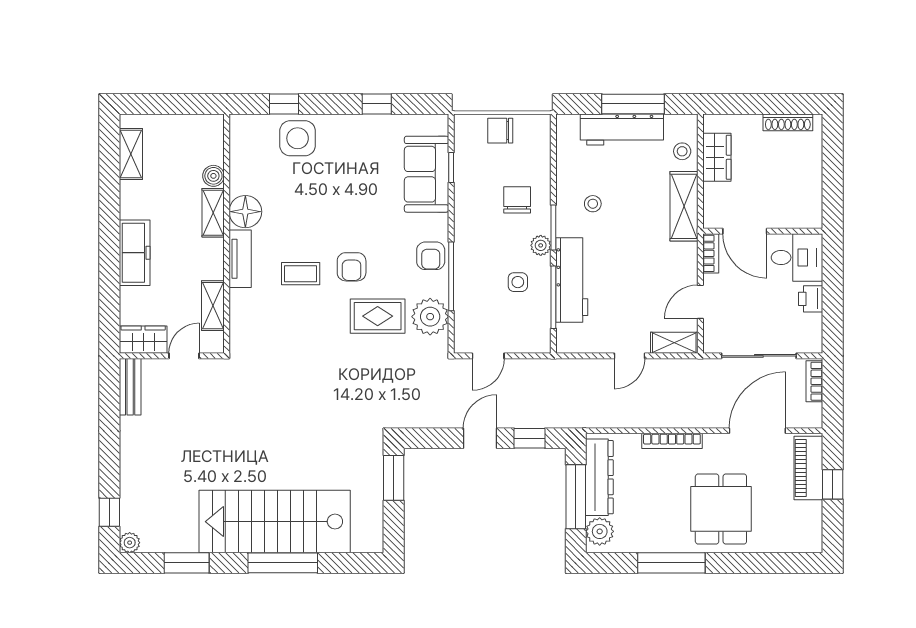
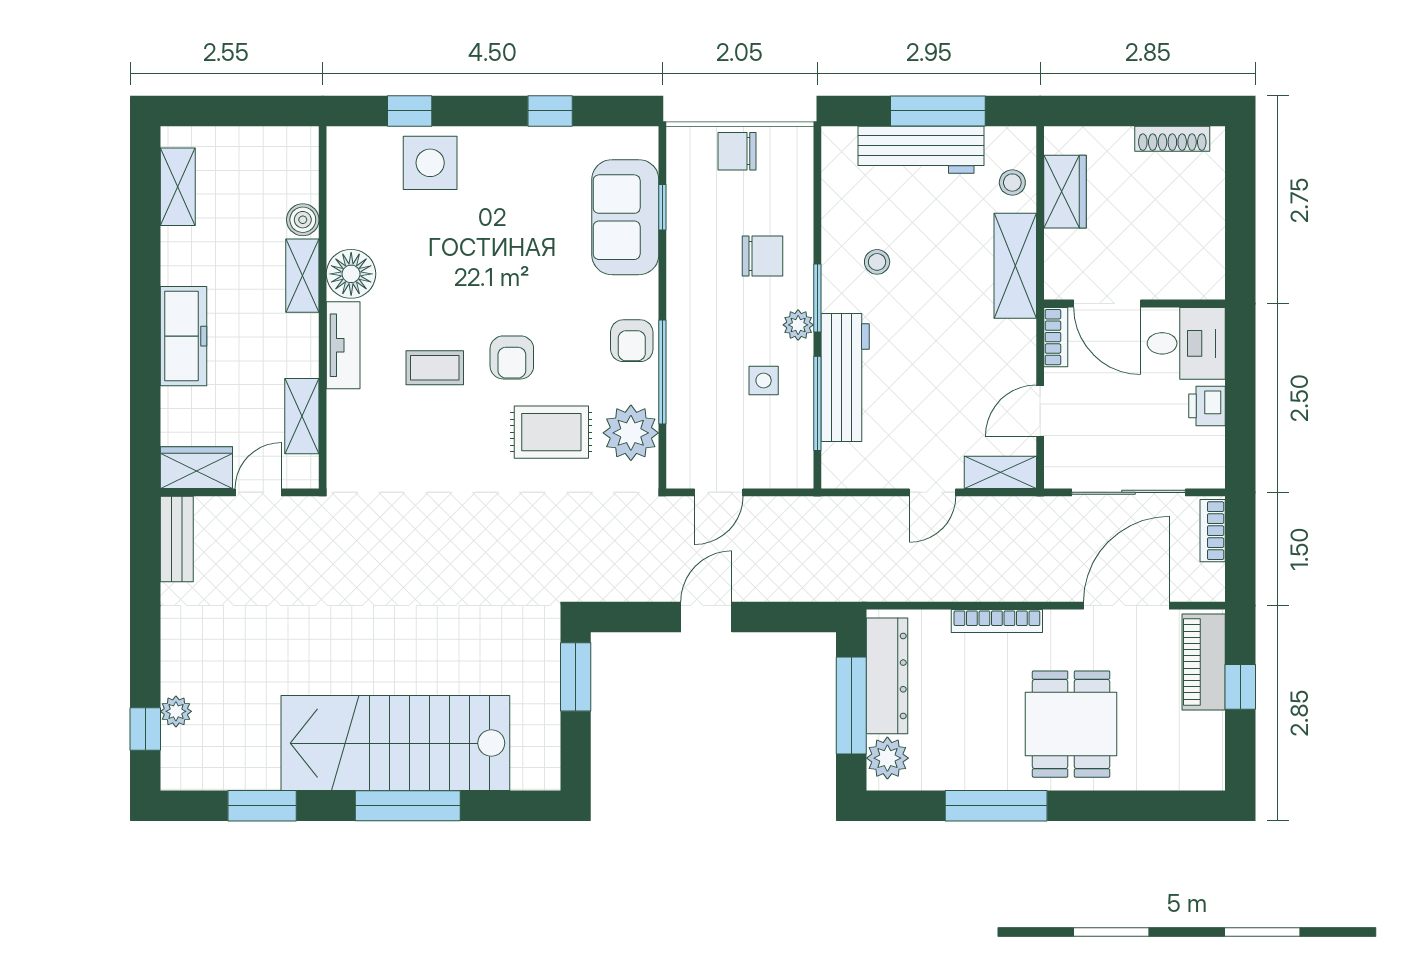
chair: (517, 200) -> (763, 256), turned 90
window: (530, 438) -> (781, 617), removed
plant: (130, 543) -> (176, 711), moved

